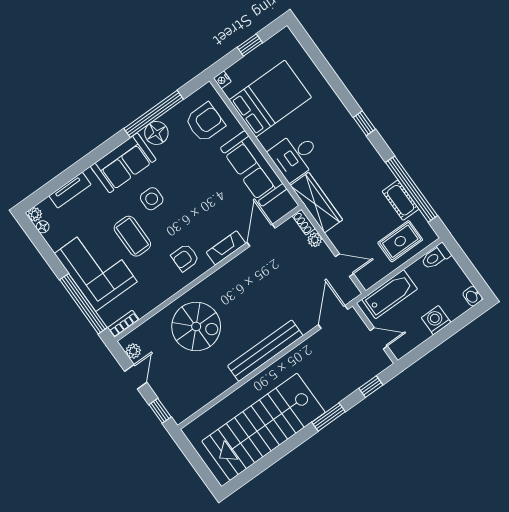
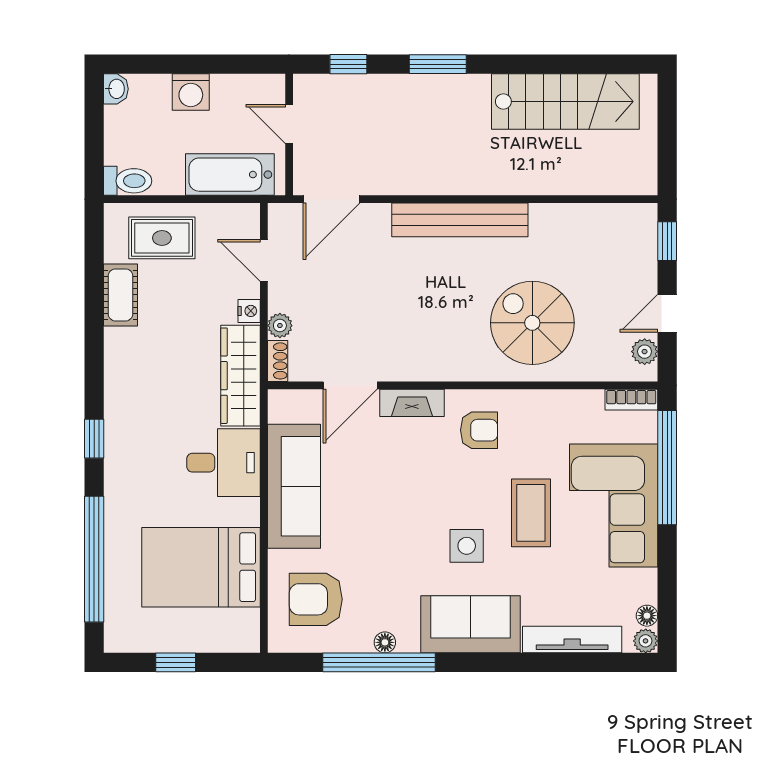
nightstand: (222, 80) -> (249, 311), moved
floor lamp: (156, 133) -> (385, 642), width x0.53, depth x0.53
window: (411, 189) -> (94, 559), moved
tv unit: (70, 190) -> (572, 640), width x1.41
stairs: (263, 427) -> (565, 101), width x0.73, depth x0.66

